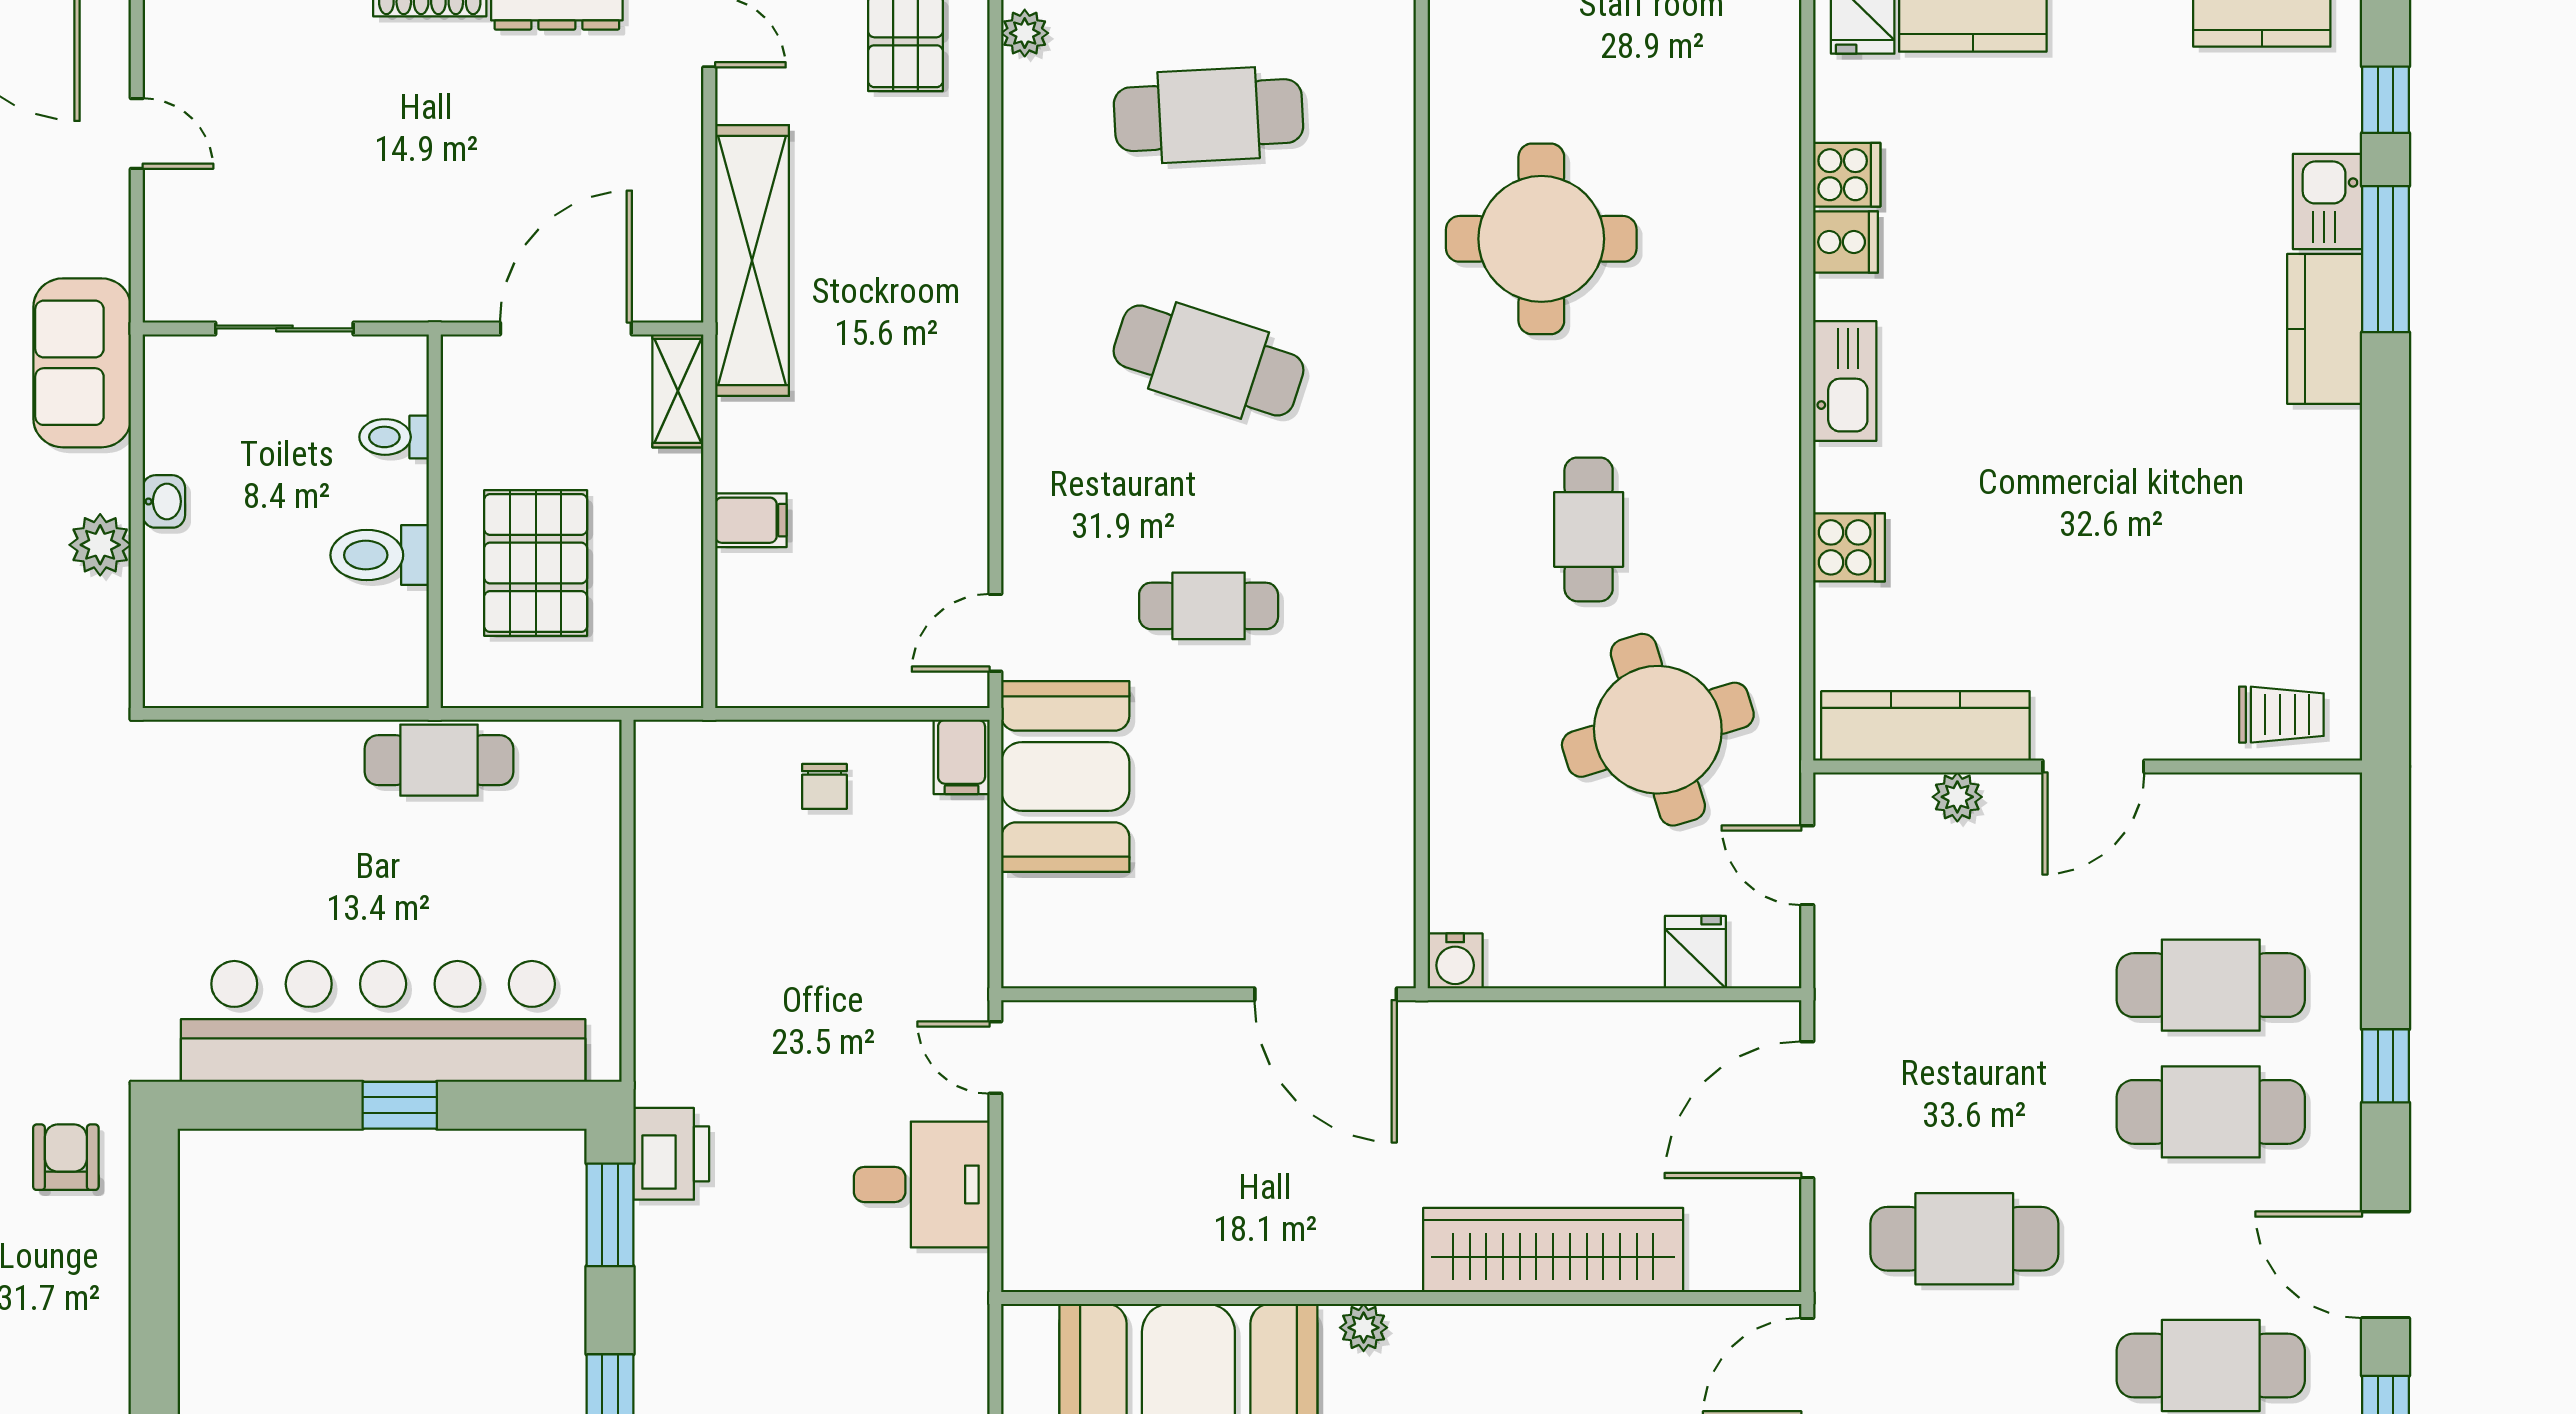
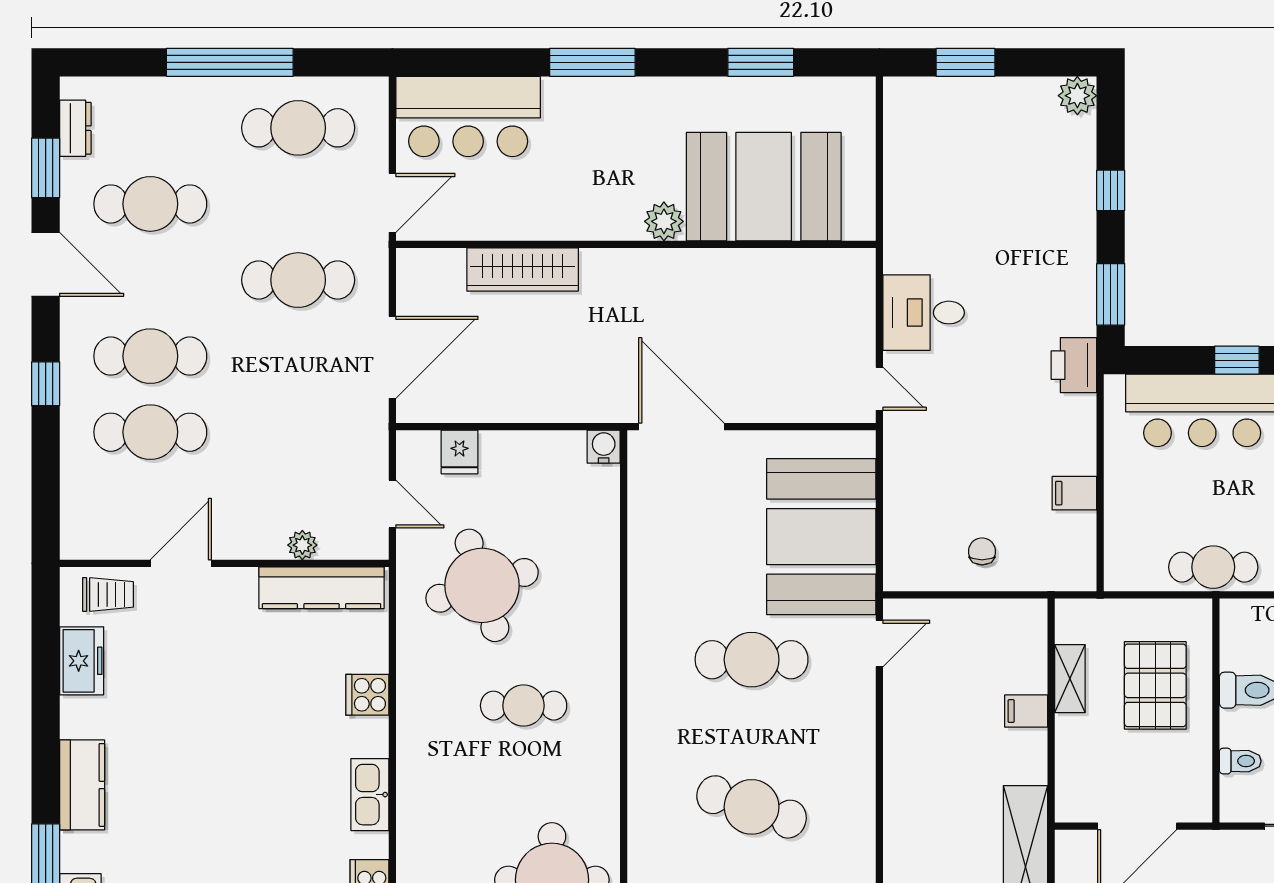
kitchen counter: (2325, 329) -> (82, 785), moved
shelving: (678, 391) -> (1070, 679), moved
cafe table: (1589, 529) -> (524, 706), turned 90
freezer: (2325, 604) -> (82, 661), added
cafe table: (1209, 606) -> (752, 660), width x1.37, depth x1.35
trolley: (2281, 715) -> (108, 594), turned 180
filing cabinet: (962, 757) -> (1074, 493), moved, turned -90
door: (2093, 766) -> (181, 563), moved
booth: (1065, 776) -> (821, 537), width x1.36, depth x1.42
printer: (671, 1154) -> (1074, 365), moved
wardrobe: (1553, 1250) -> (523, 270), width x0.71, depth x0.85
plant: (1364, 1328) -> (664, 221), width x1.38, depth x1.38

